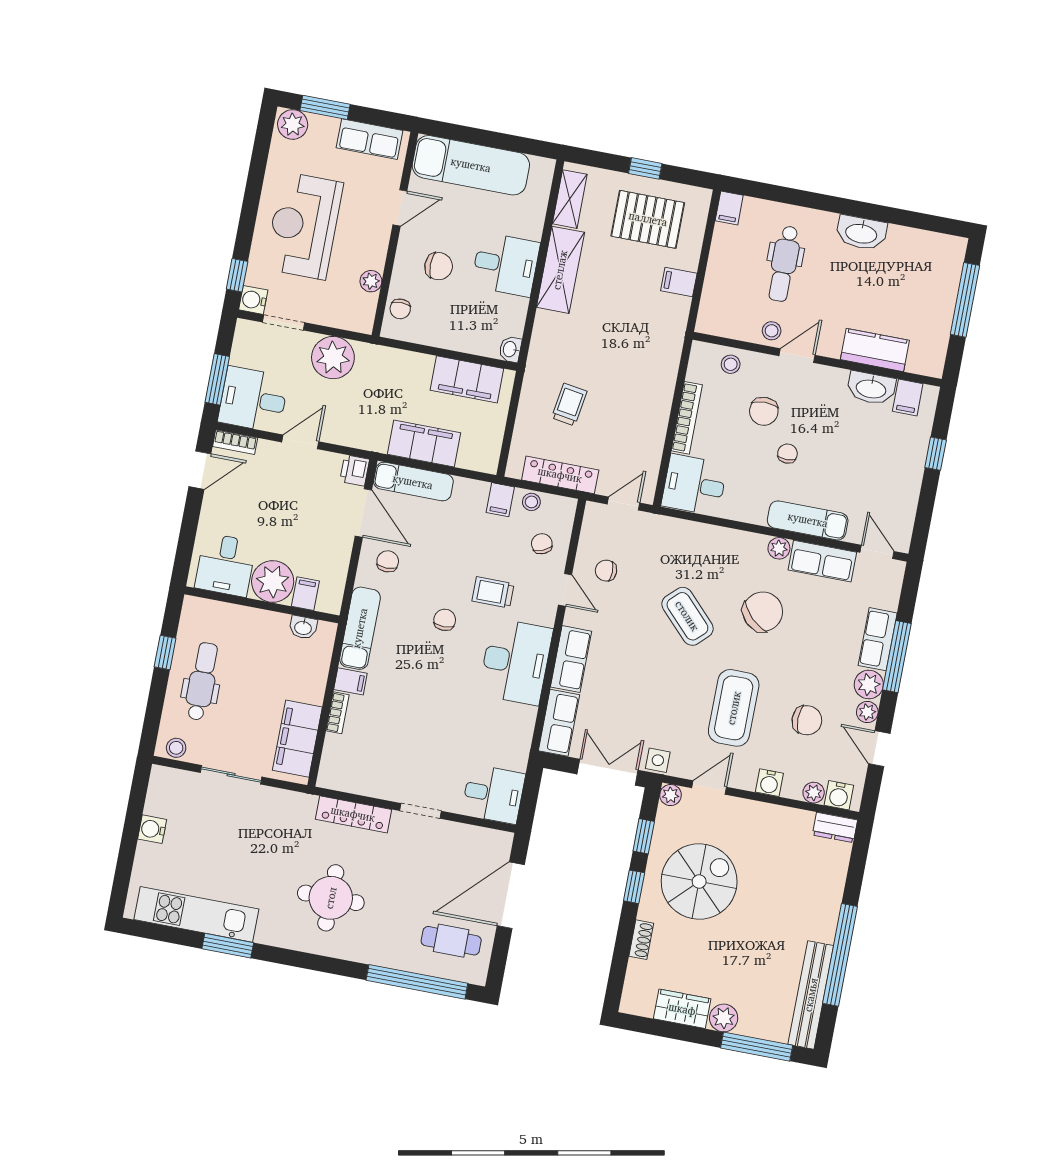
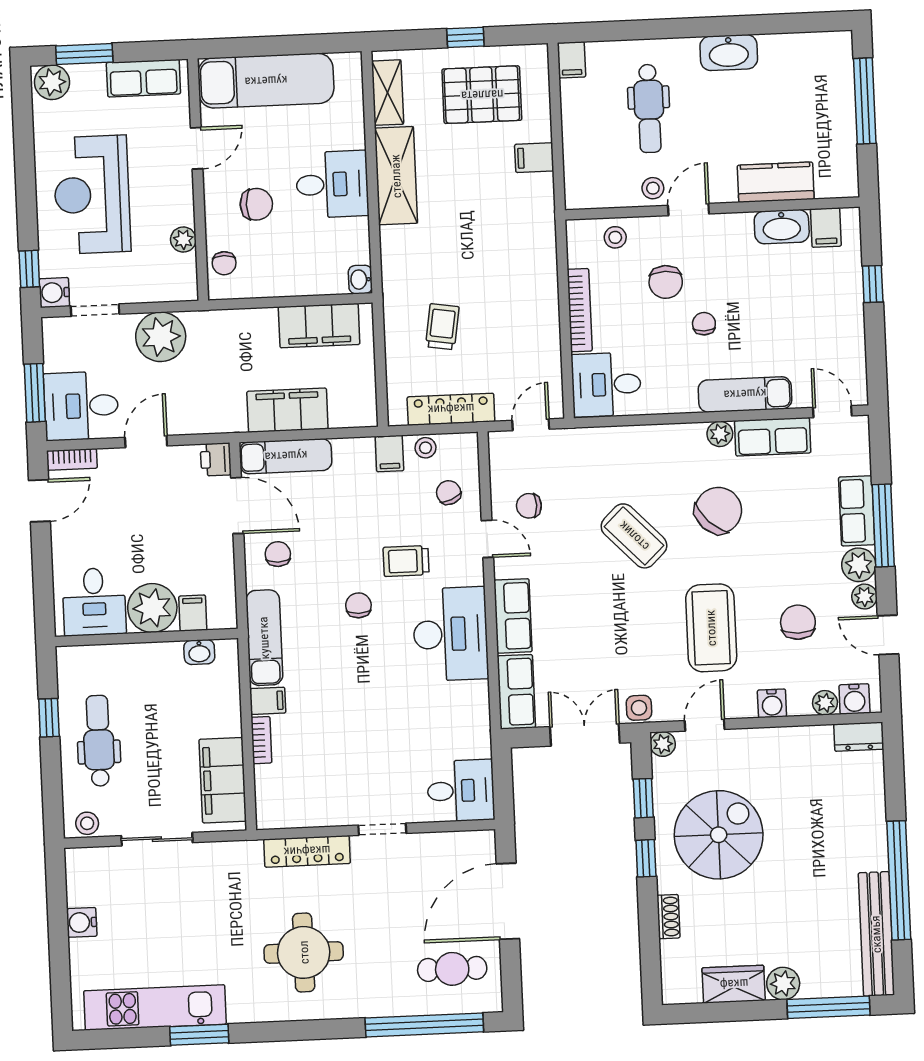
chair: (807, 720) -> (798, 622), turned -90

